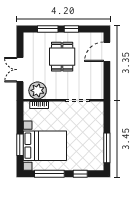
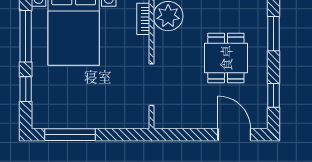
window: (71, 29) -> (273, 95), moved
dining table: (62, 57) -> (226, 58), turned 90

